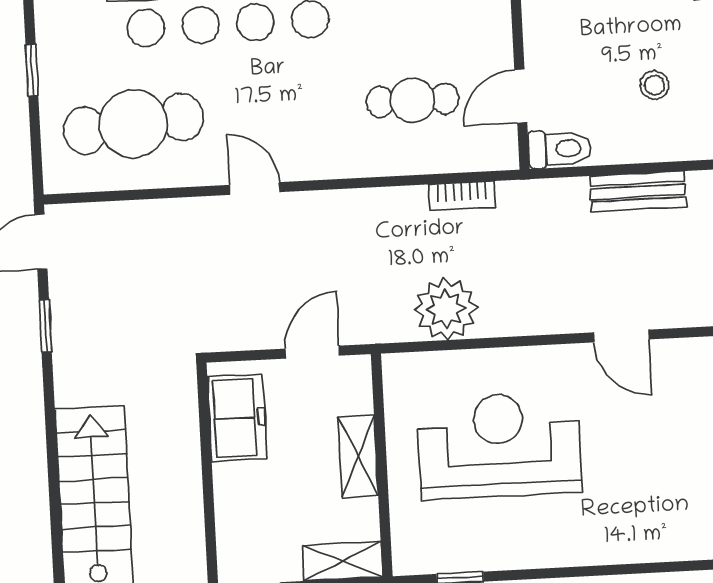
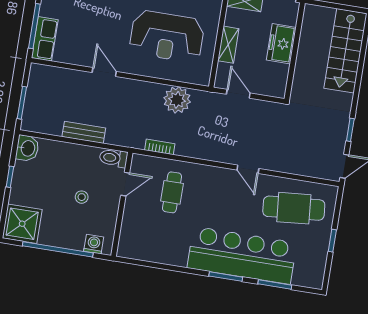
stool: (655, 85) -> (82, 197), moved
cafe table: (413, 100) -> (172, 192), turned 90
door: (312, 352) -> (238, 94), swing flipped
freezer: (237, 418) -> (281, 44), moved

